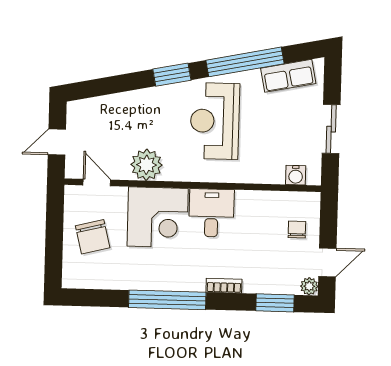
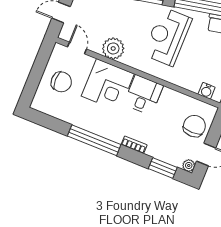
chair: (297, 230) -> (194, 126), width x1.87, depth x1.87
chair: (93, 237) -> (61, 82), turned -76

